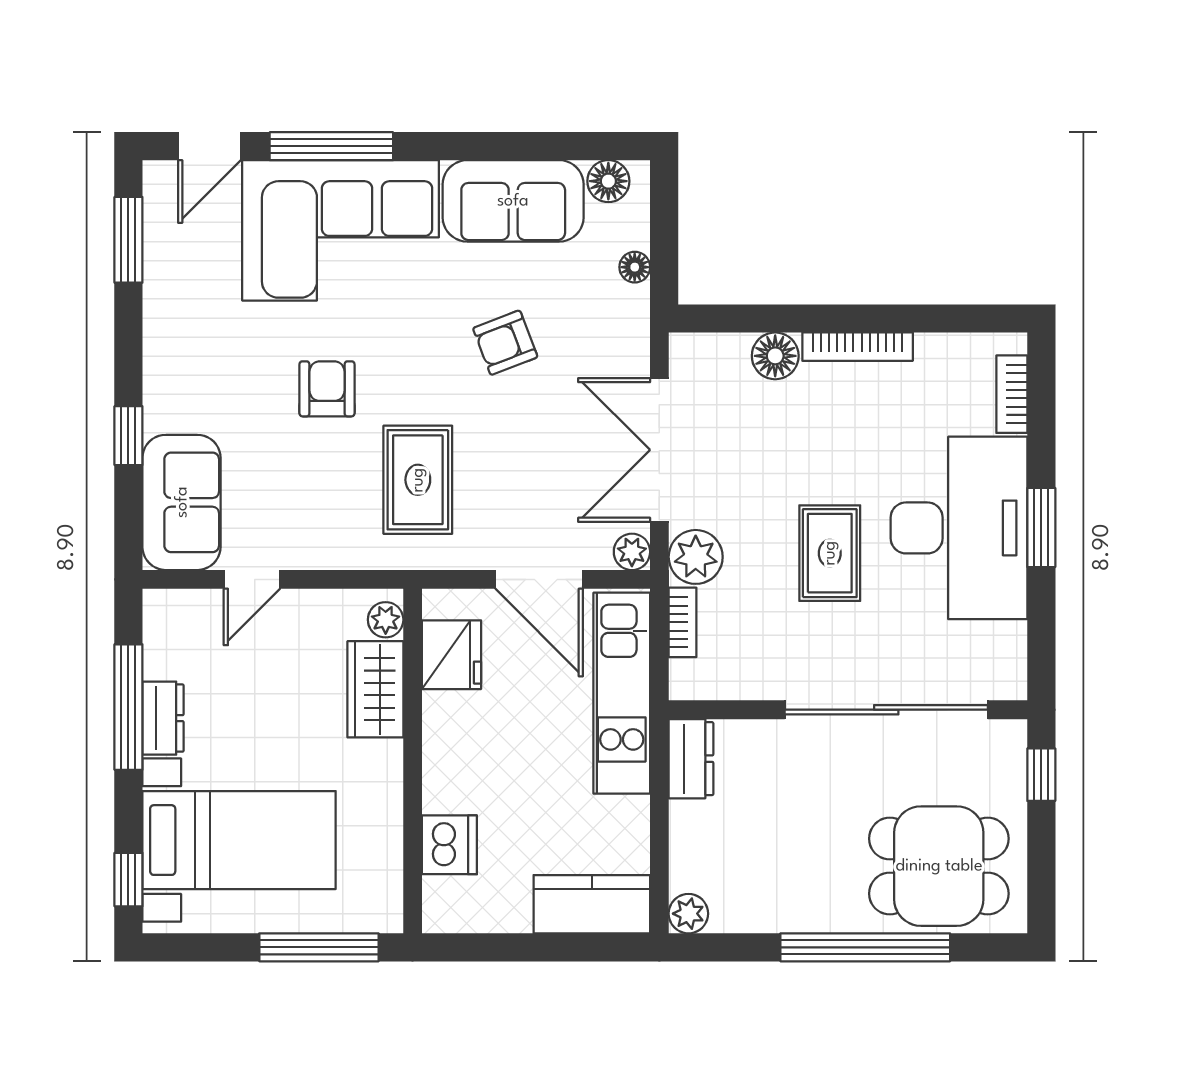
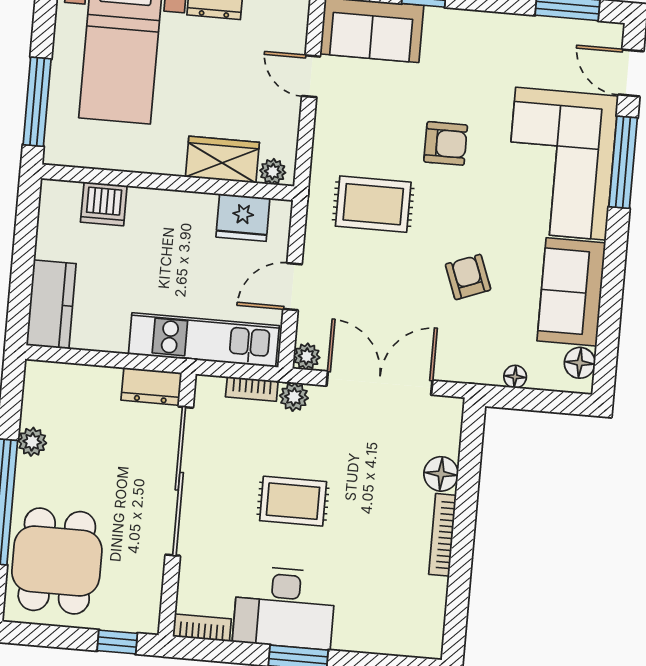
bookcase: (1012, 394) -> (202, 628), moved
desk: (959, 528) -> (284, 608), width x0.73, depth x0.77
plant: (696, 557) -> (294, 397), width x0.73, depth x0.73
door: (539, 579) -> (292, 287), width x0.73
sliding door: (886, 710) -> (179, 481), moved
plant: (688, 914) -> (32, 442), moved

